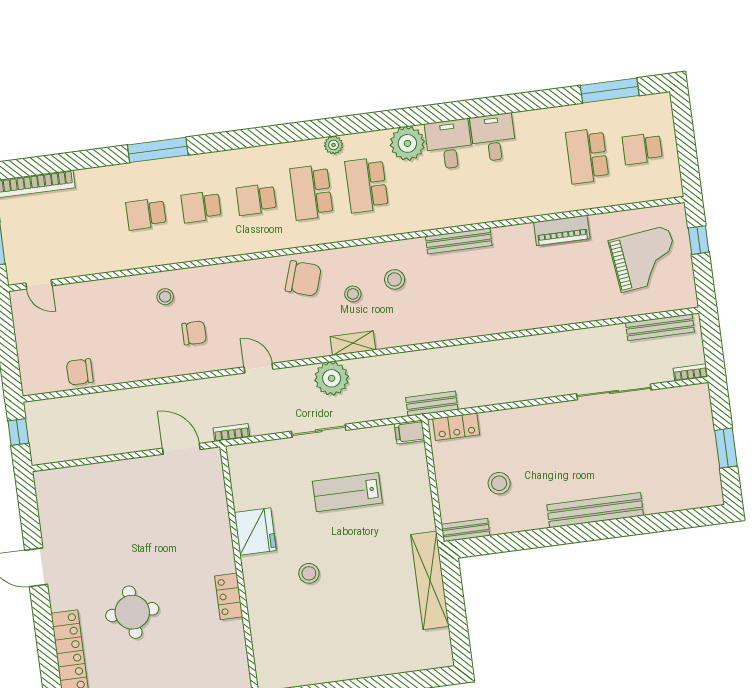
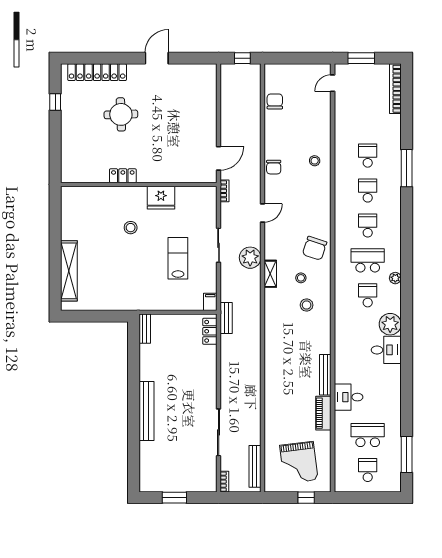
desk: (493, 138) -> (349, 397), moved, turned 180
school desk: (367, 185) -> (368, 295), width x0.54
bench: (459, 241) -> (325, 375), moved
chair: (194, 333) -> (274, 167), moved
stool: (499, 483) -> (171, 353), removed
shelving: (430, 580) -> (69, 271), moved, turned 90

